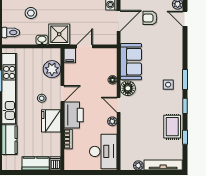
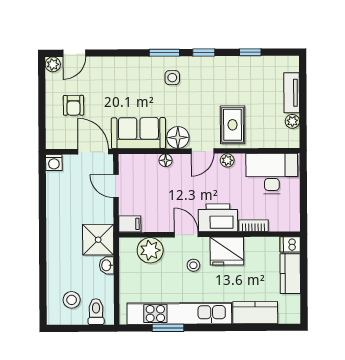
stool: (31, 13) -> (72, 300), moved
door: (119, 21) -> (93, 152), moved
door: (85, 46) -> (116, 186), moved
rug: (172, 127) -> (233, 125), moved, turned 90
tv unit: (163, 165) -> (292, 93), width x0.71

